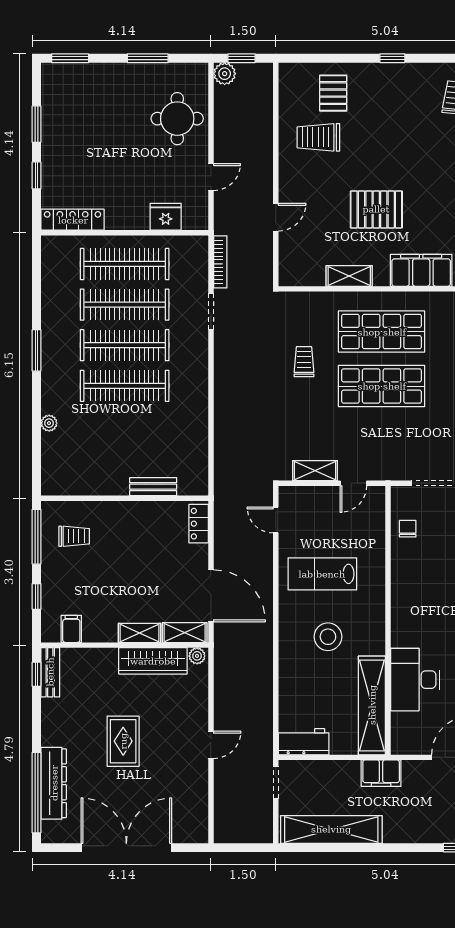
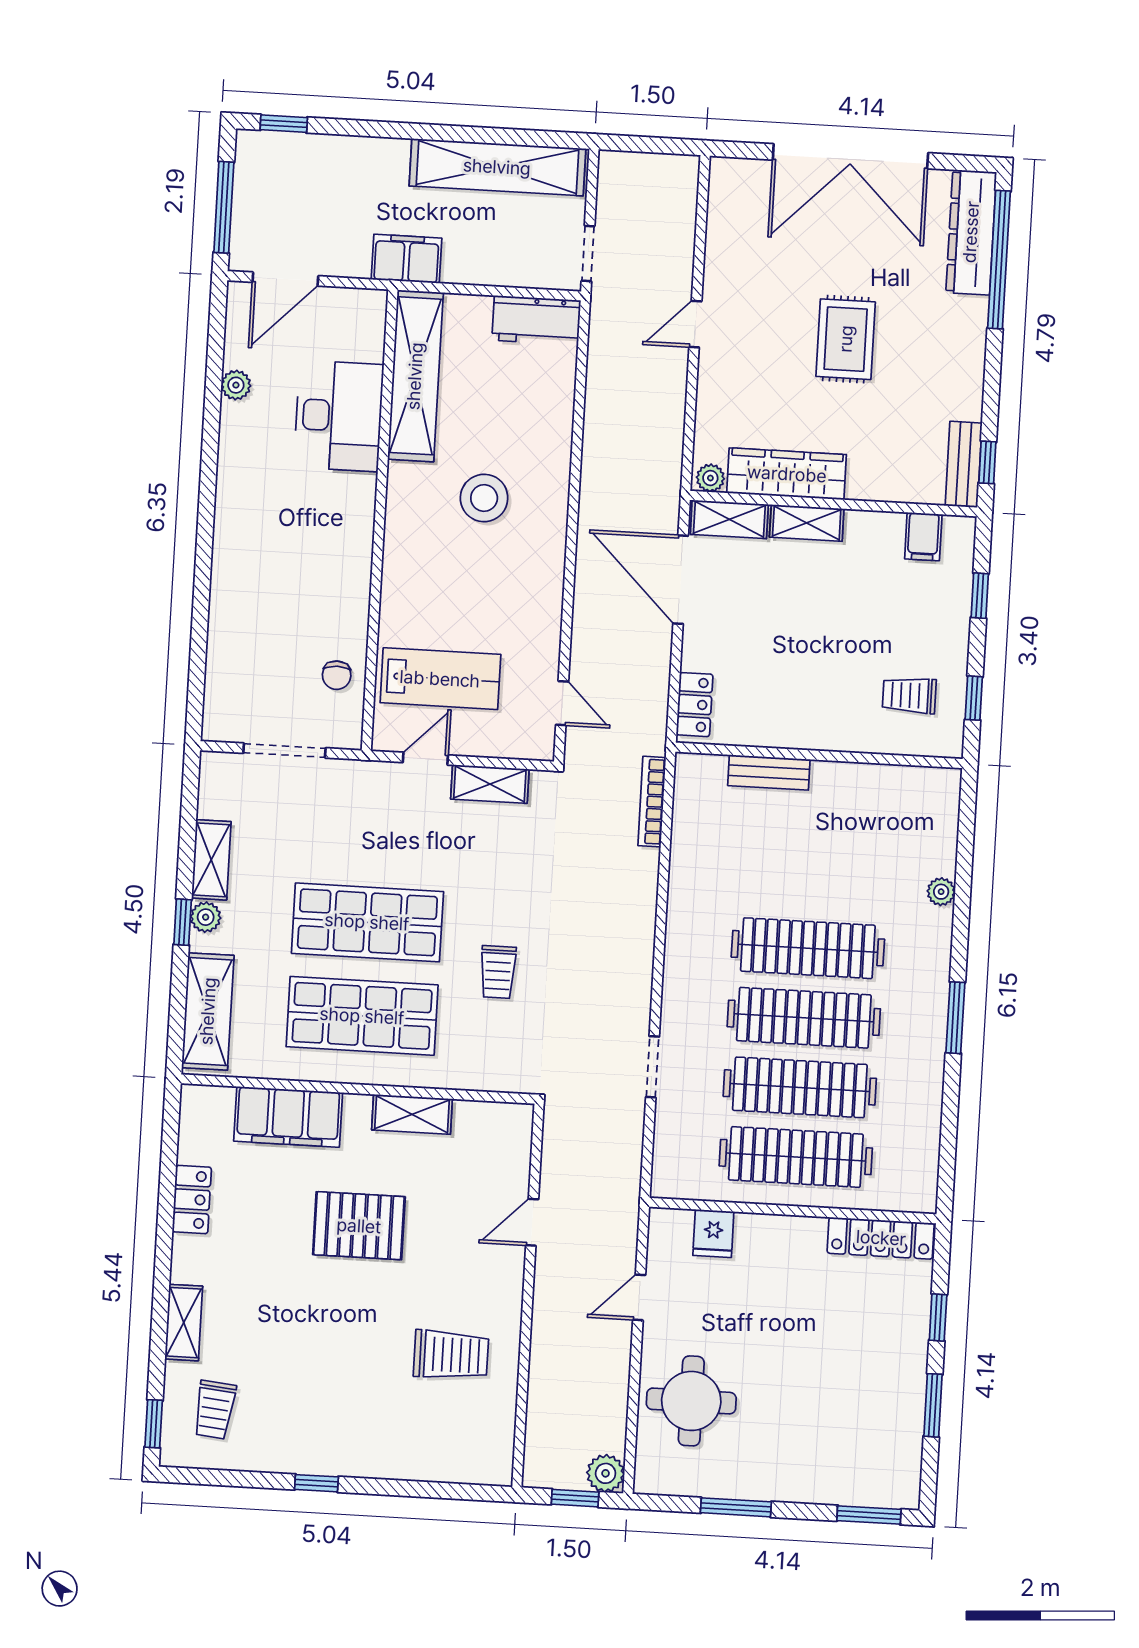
pallet: (333, 93) -> (421, 1429), removed
fridge: (166, 217) -> (713, 1234), width x0.72
bookcase: (220, 262) -> (652, 802), moved
window: (36, 537) -> (974, 698), width x0.46
lab bench: (322, 574) -> (440, 679), moved
dresser: (54, 783) -> (971, 232), moved

